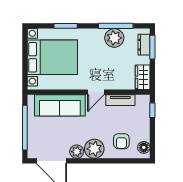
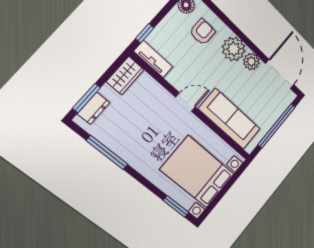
window: (66, 26) -> (176, 207), moved
plant: (114, 38) -> (120, 141), removed
tv unit: (120, 100) -> (153, 59), moved

